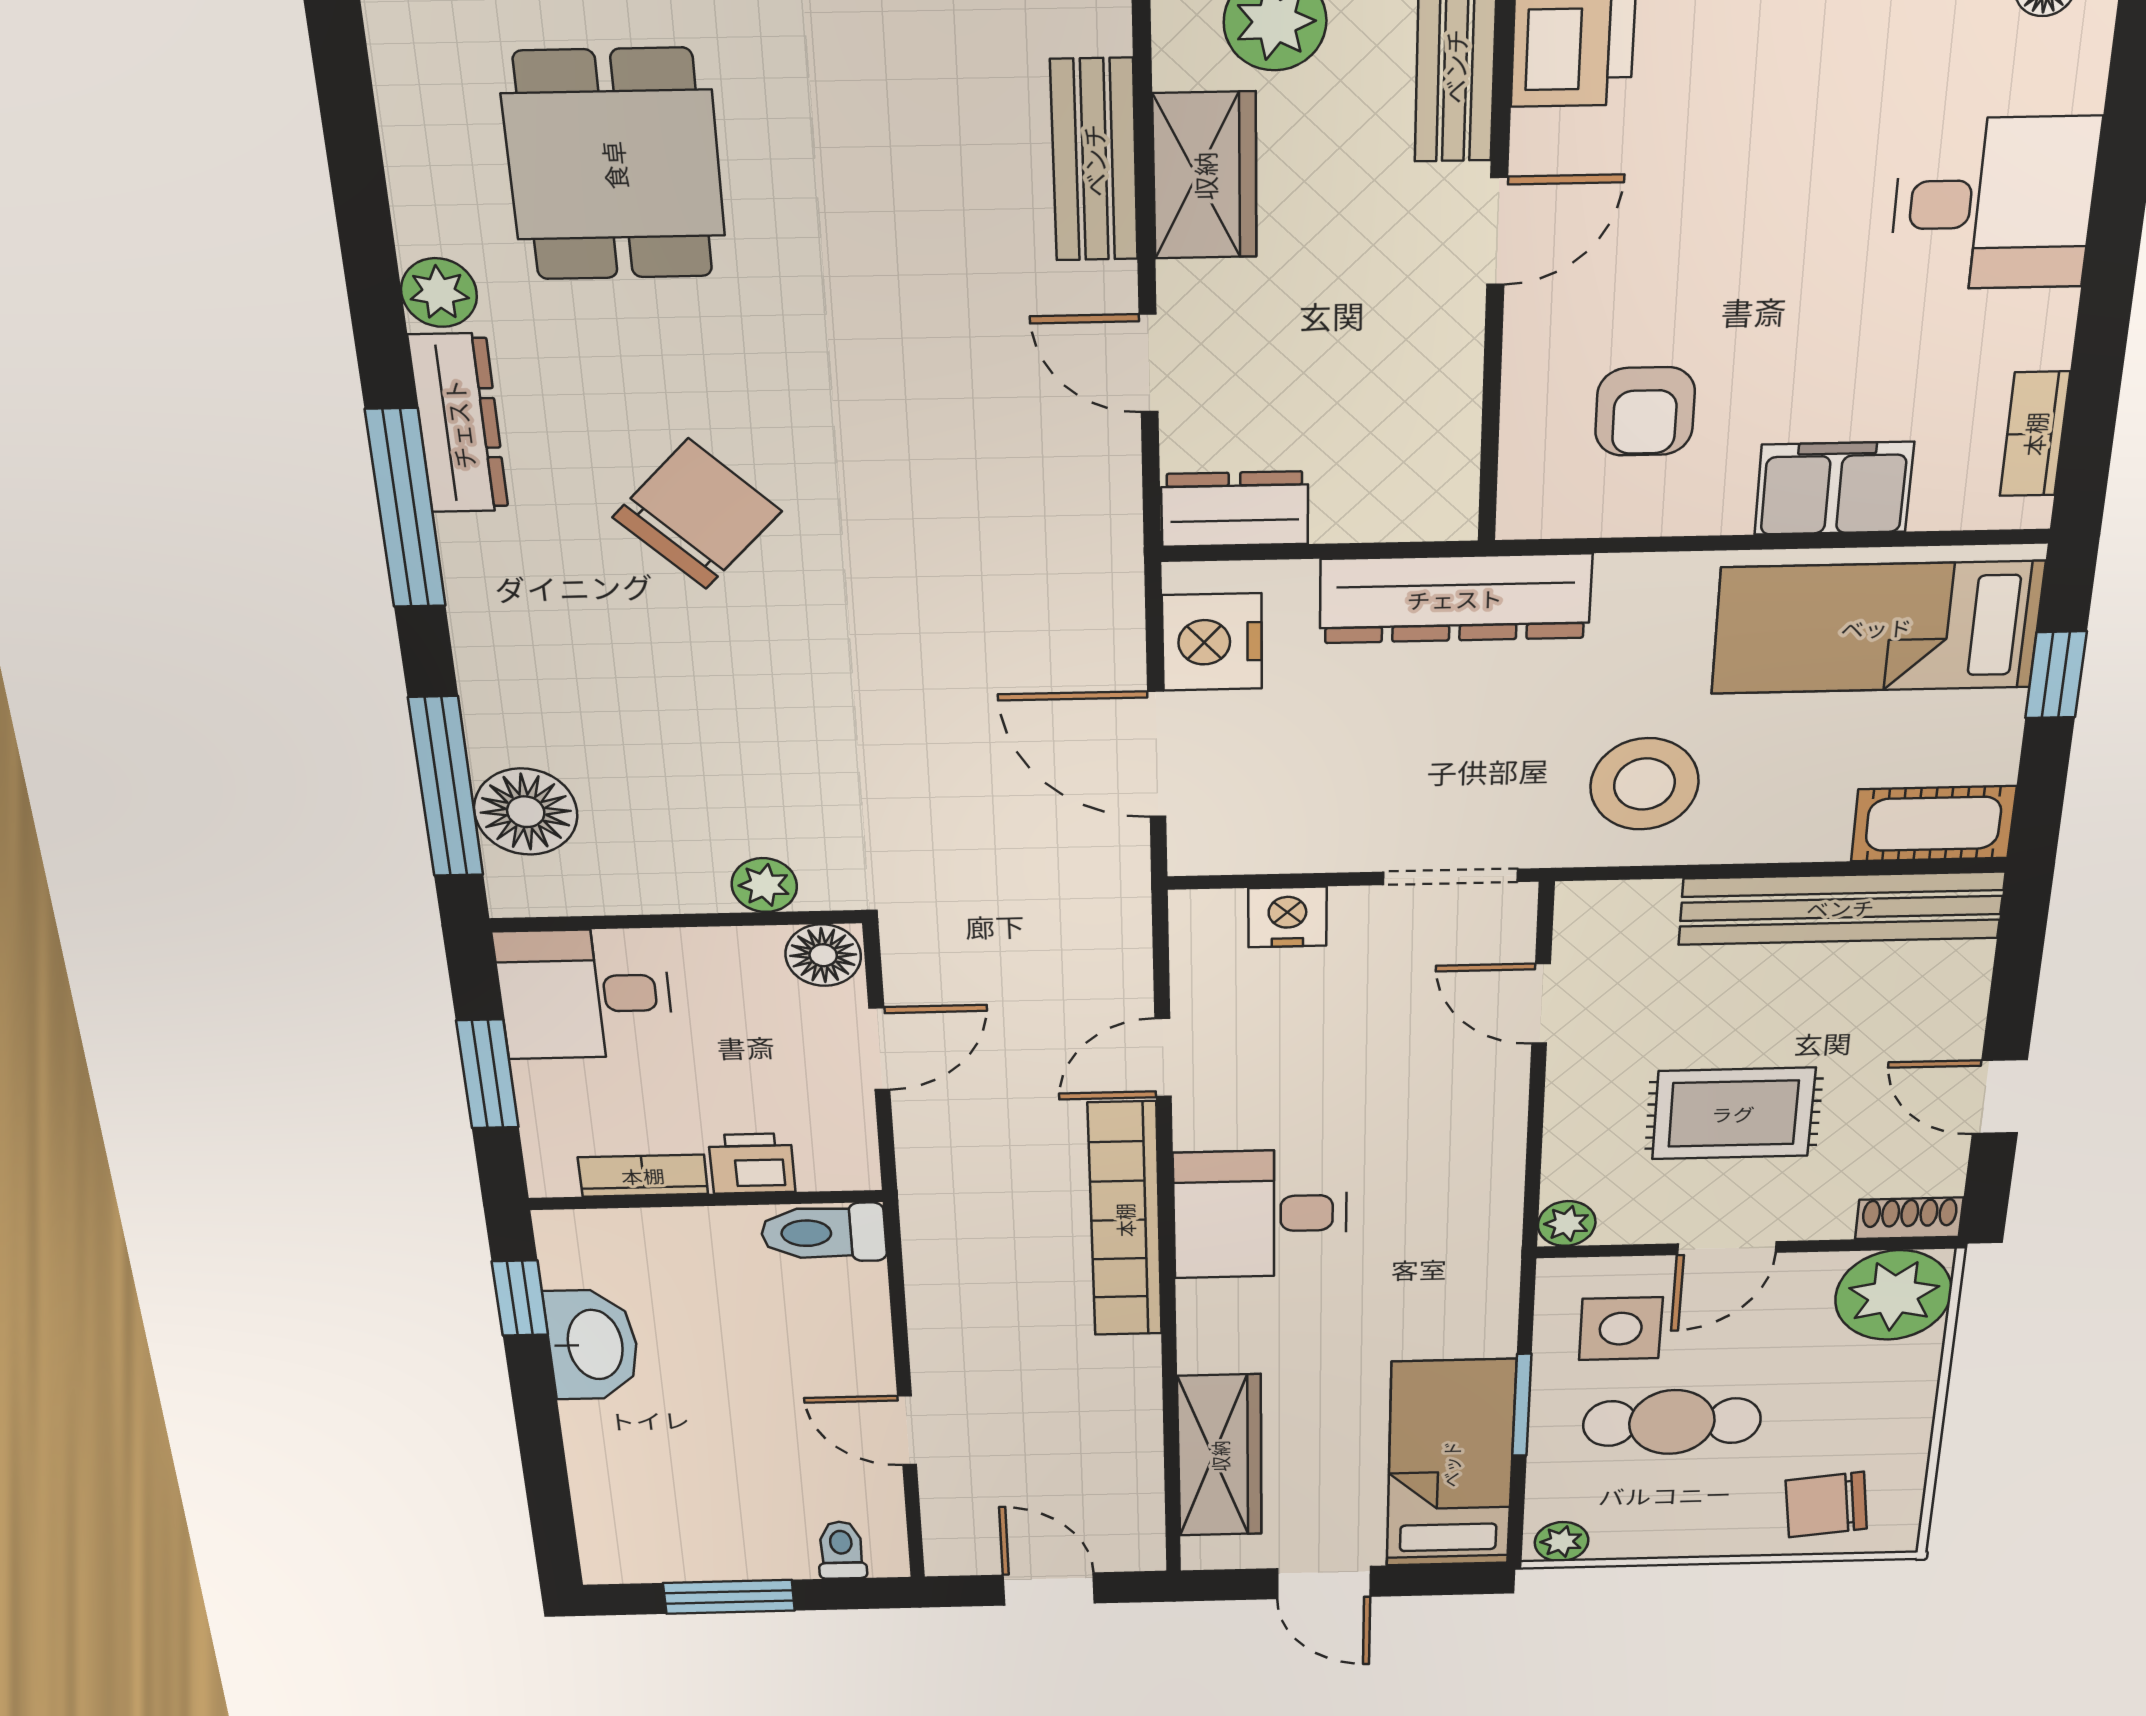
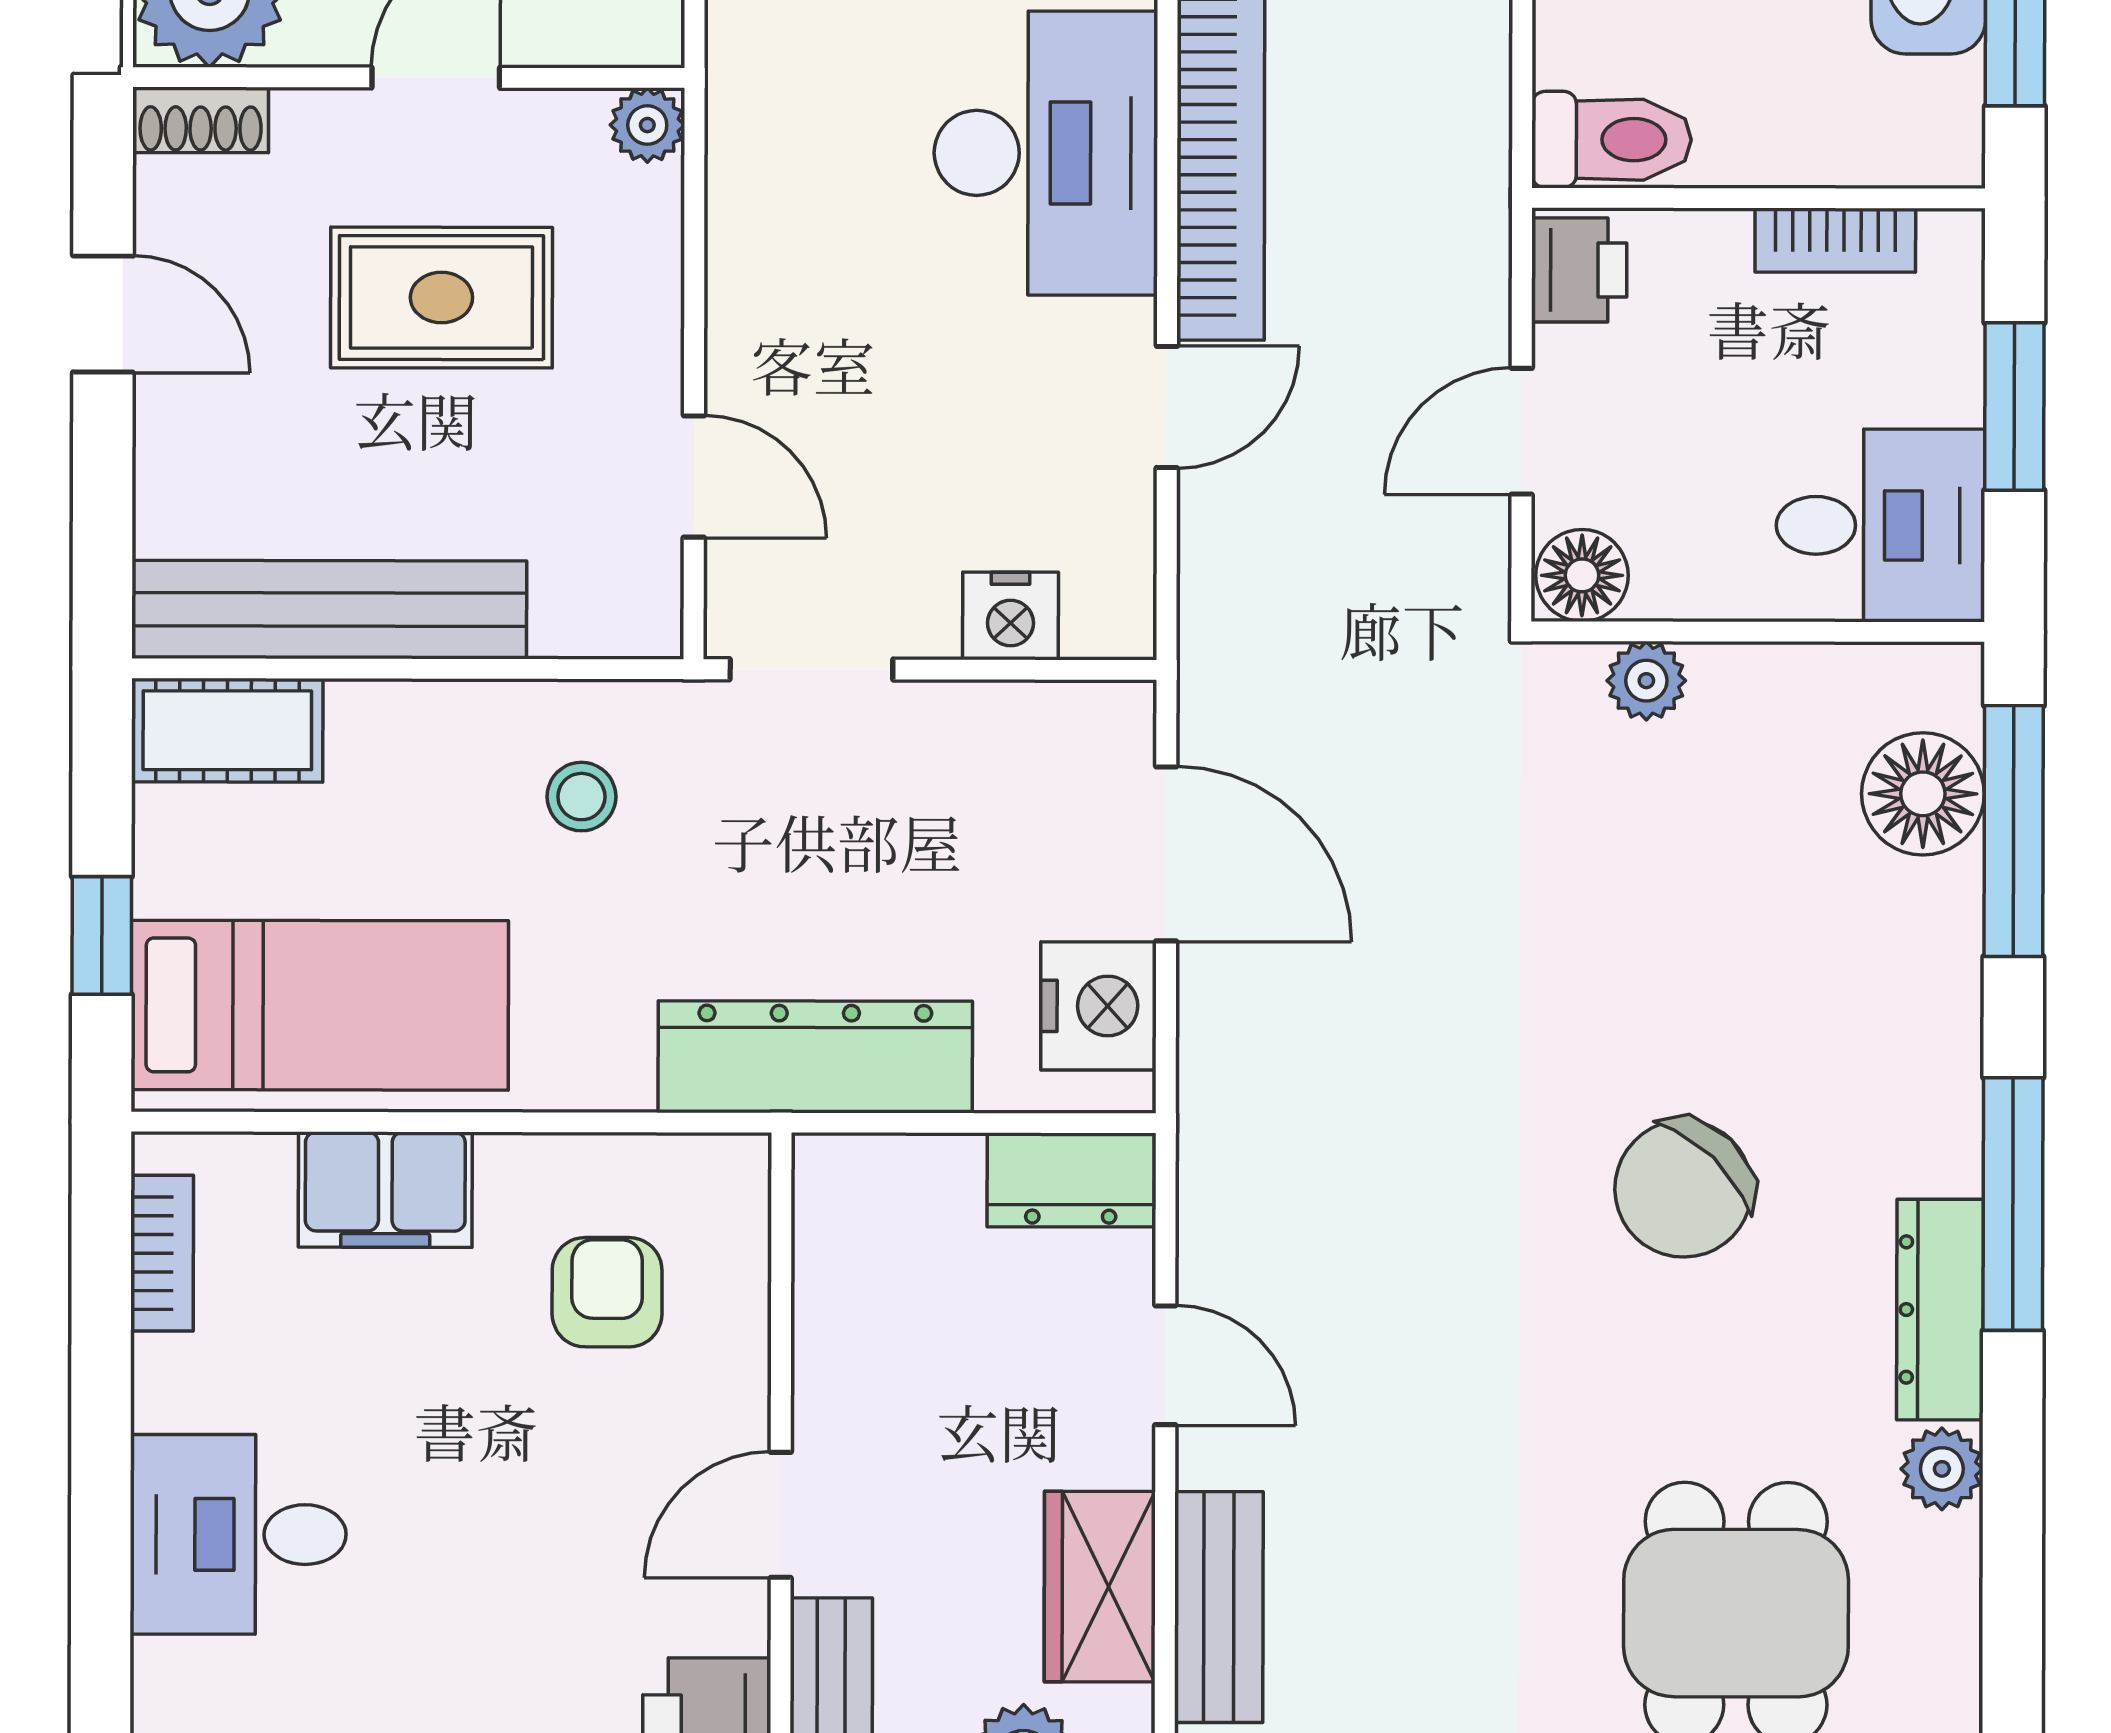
stool: (1644, 784) -> (581, 797), width x0.53, depth x0.53
printer: (752, 1164) -> (1579, 270), moved, turned -90
desk: (1260, 1214) -> (1046, 153), width x1.37

